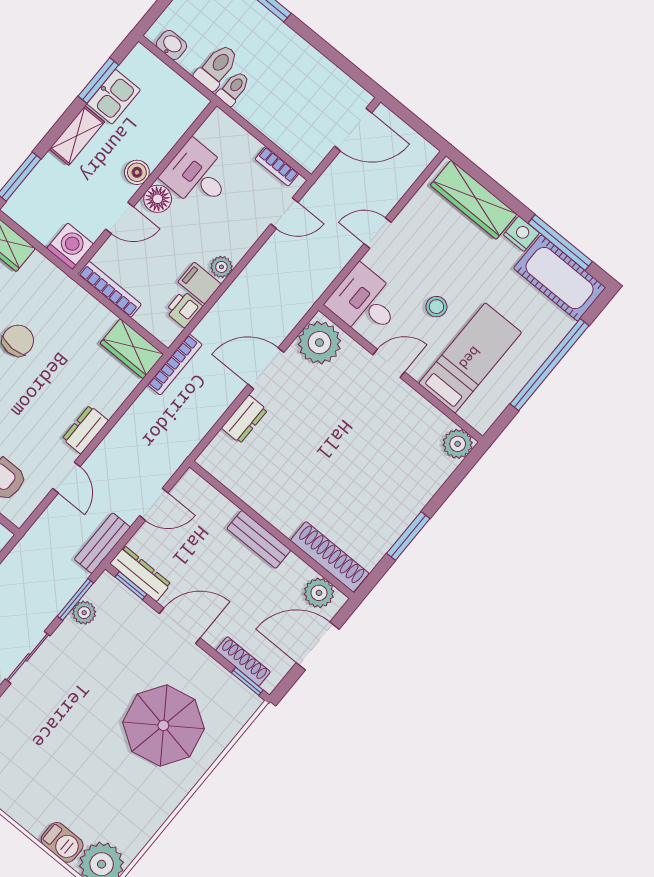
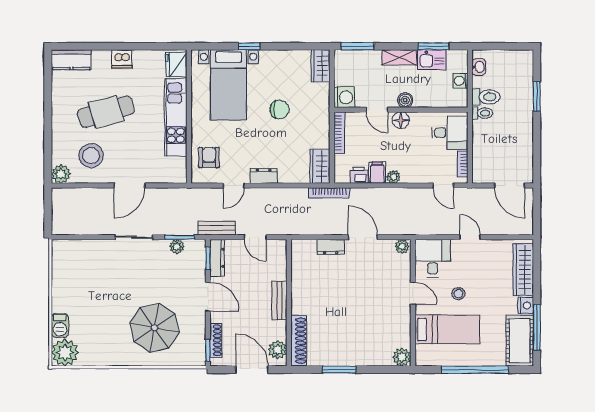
washing machine: (170, 83) -> (460, 81), added
desk: (197, 175) -> (450, 133), moved, turned 90
plant: (319, 343) -> (402, 246), width x0.53, depth x0.53

